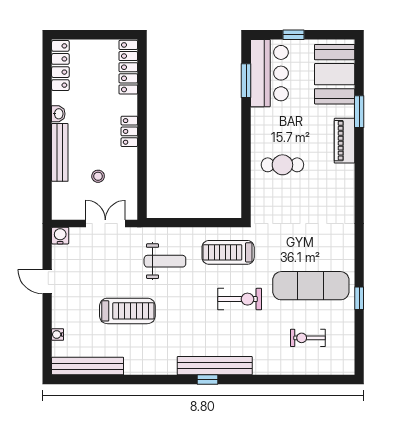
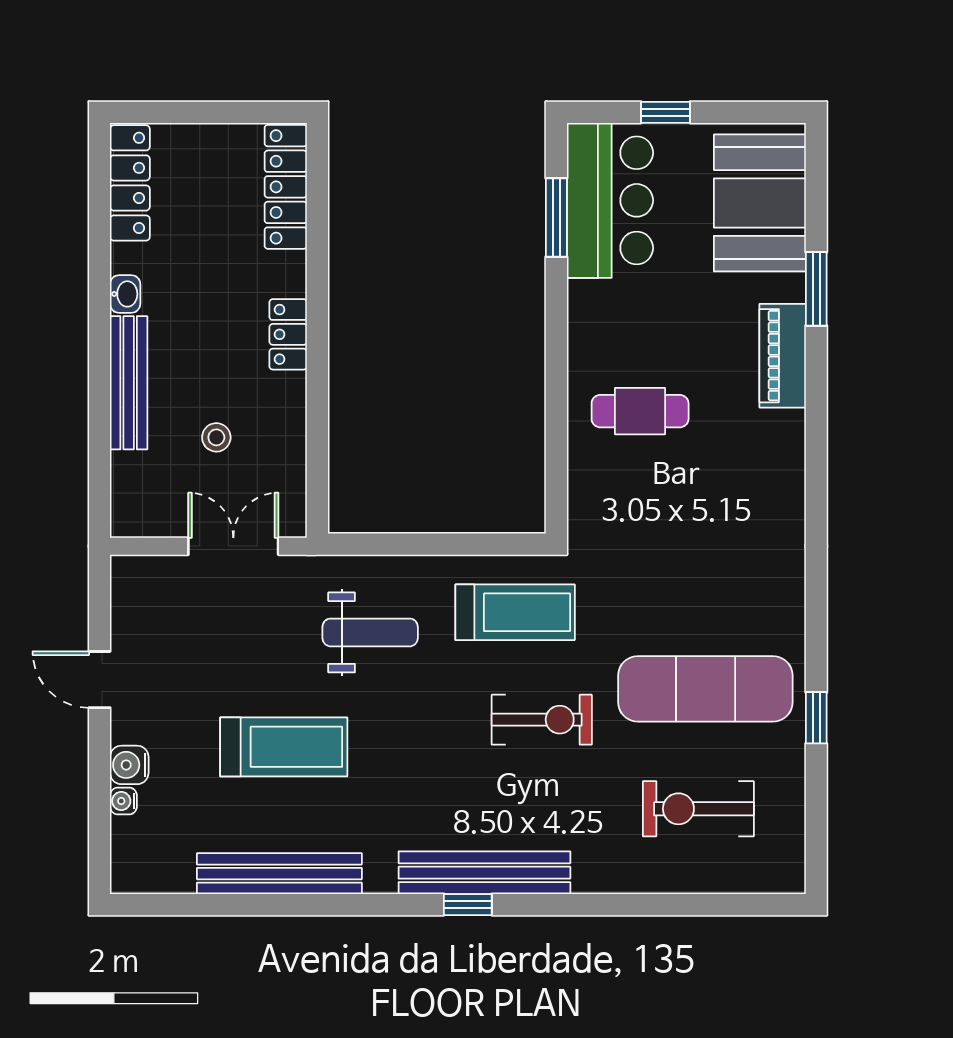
water cooler: (60, 236) -> (129, 765), moved, turned -90
treadmill: (228, 252) -> (515, 612), turned 180
exercise bike: (308, 338) -> (698, 809), width x1.38, depth x1.39
bench: (88, 366) -> (279, 874), moved

